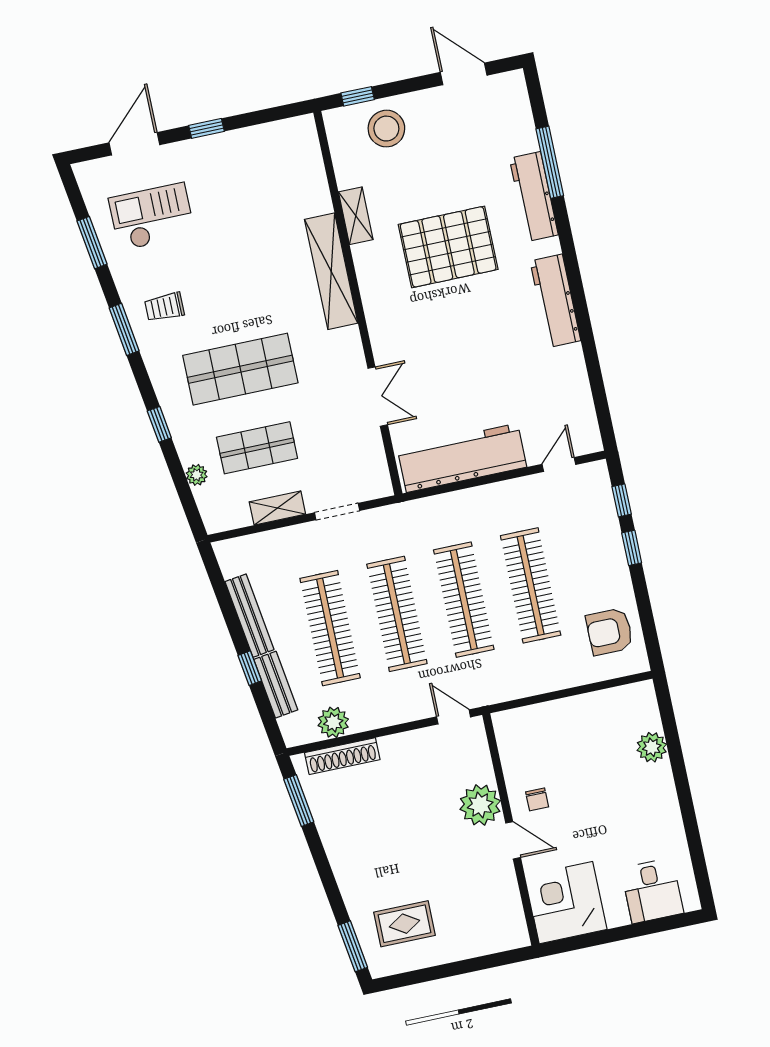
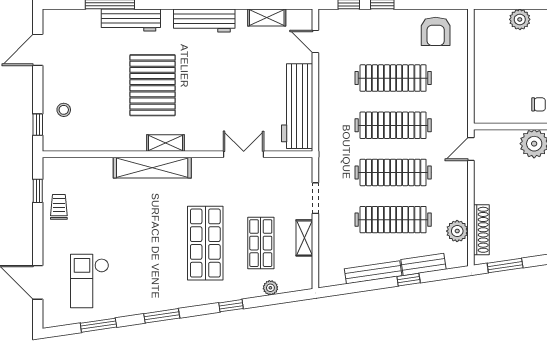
window: (207, 128) -> (38, 191), moved
stool: (386, 129) -> (64, 110), width x0.53, depth x0.53
shelving: (356, 216) -> (165, 143), moved
trolley: (164, 307) -> (59, 207), moved, turned 180
shelving: (578, 388) -> (267, 17), added

